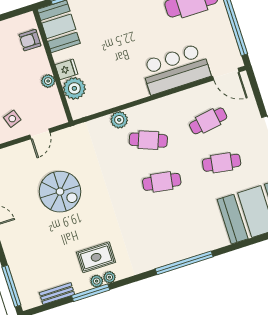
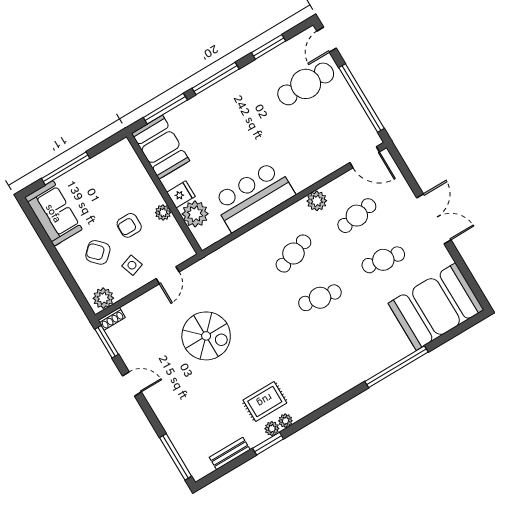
armchair: (30, 40) -> (129, 225), moved
bar counter: (176, 69) -> (253, 196), moved
plant: (119, 120) -> (317, 201), moved
cafe table: (148, 140) -> (293, 253), turned -39
window: (184, 263) -> (397, 367), moved
window: (91, 293) -> (268, 444), width x0.69

